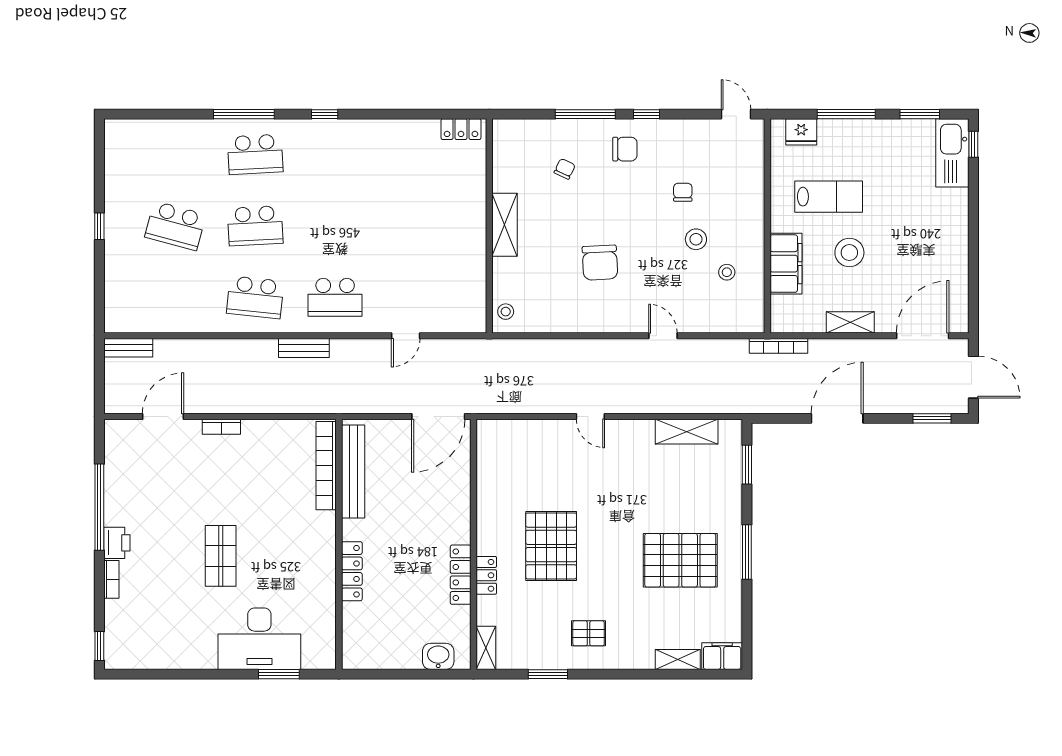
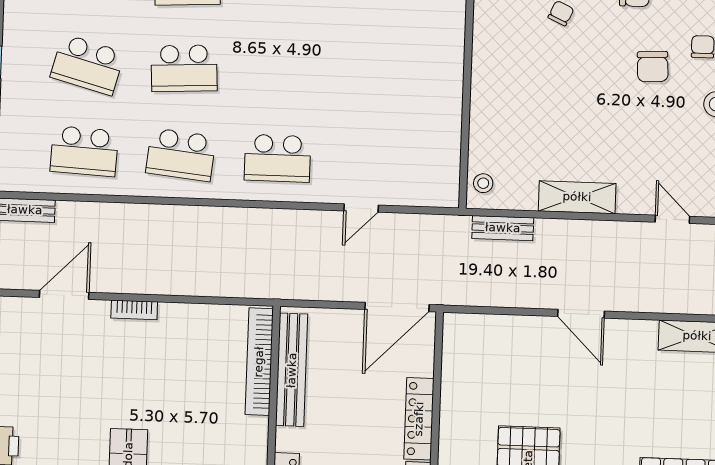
shelving: (505, 225) -> (577, 197), moved, turned 90
chair: (600, 263) -> (653, 67), moved, width x0.73, depth x0.73
school desk: (175, 297) -> (84, 151), added
bench: (304, 348) -> (503, 228), moved
door: (590, 416) -> (581, 314), width x1.38
locker: (460, 508) -> (419, 419), added

